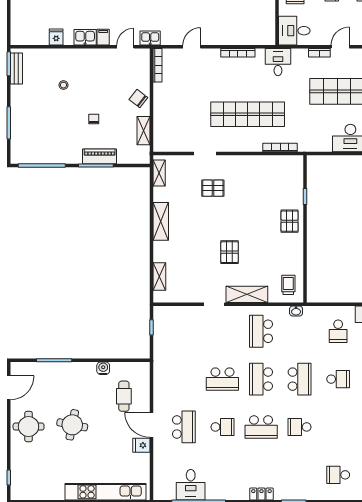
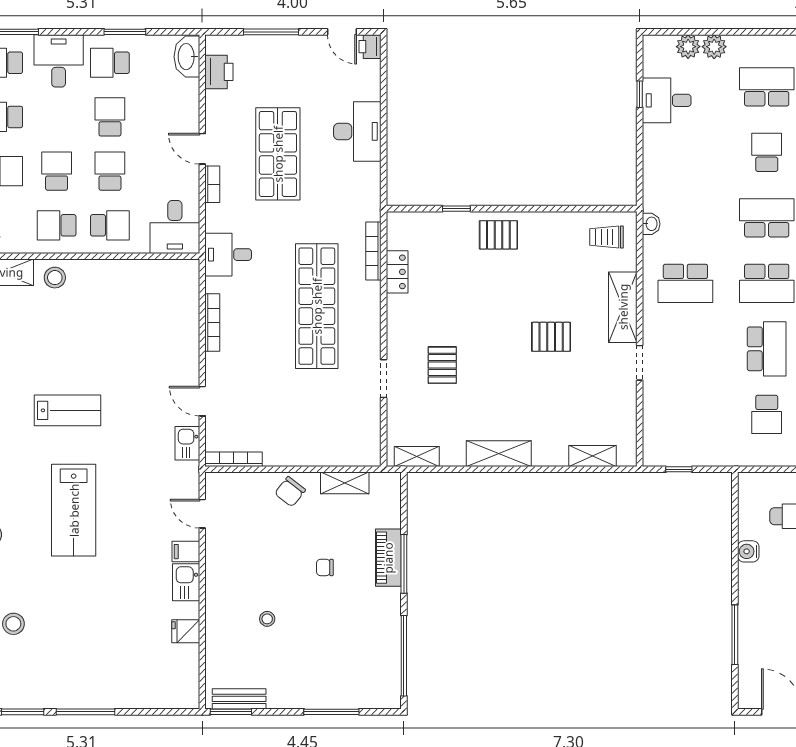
kitchen sink: (150, 38) -> (187, 443), moved
locker: (268, 161) -> (397, 272), added
school desk: (338, 331) -> (767, 414), moved, turned 90

